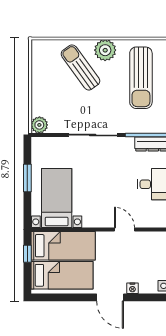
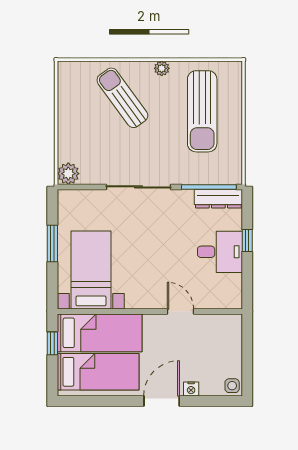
plant: (105, 50) -> (162, 68), width x0.53, depth x0.53
door: (110, 297) -> (162, 401), swing flipped

